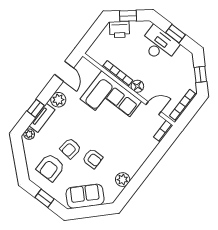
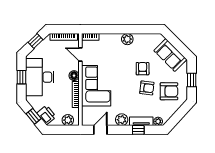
desk: (159, 44) -> (40, 77), width x1.36, depth x1.30
plant: (98, 47) -> (68, 120), added
plant: (123, 180) -> (127, 39), moved

